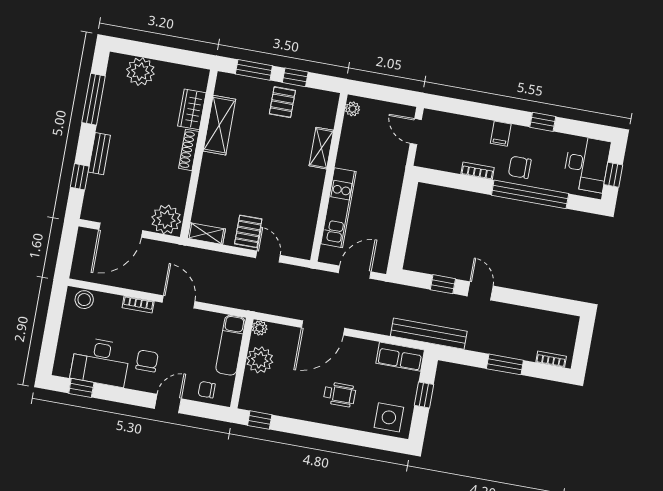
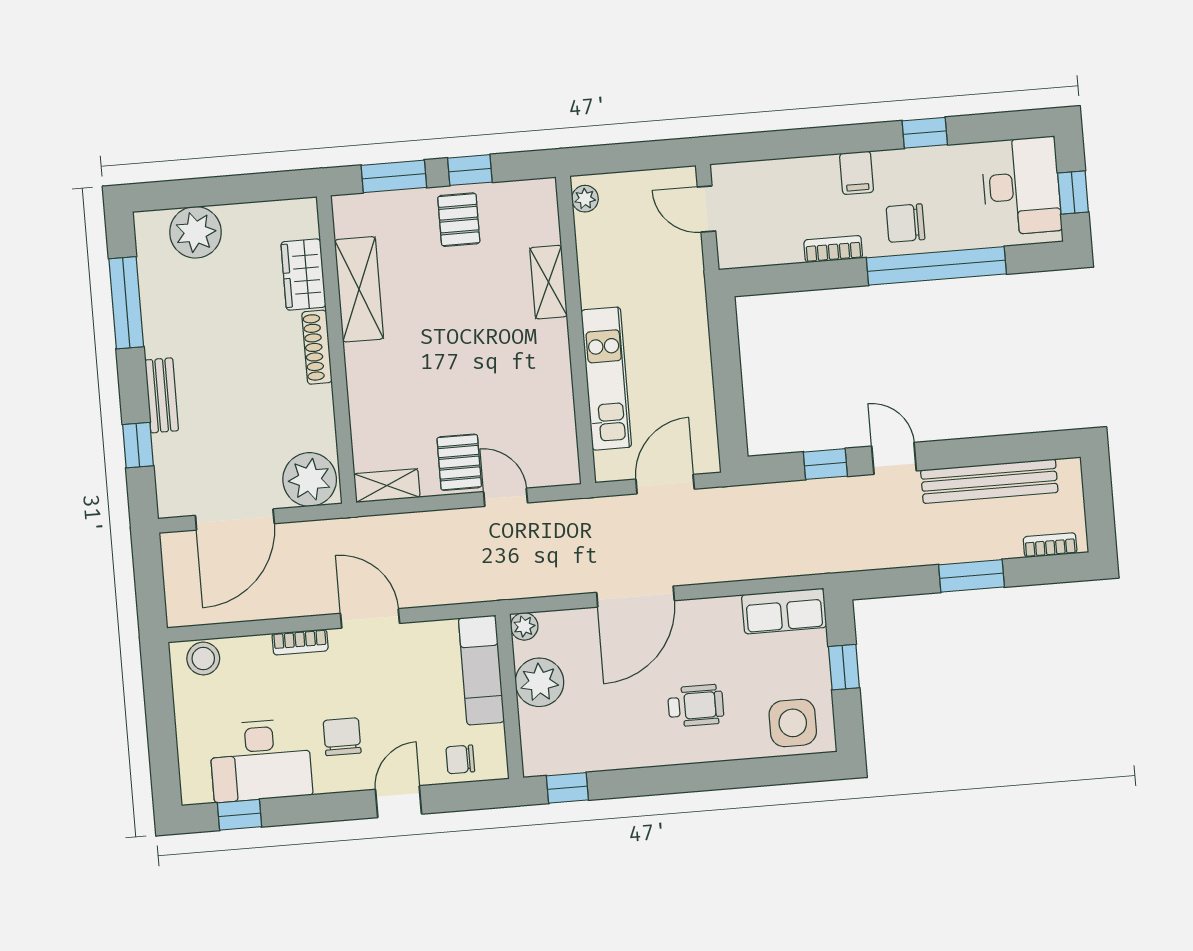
bench: (429, 334) -> (989, 481), moved

